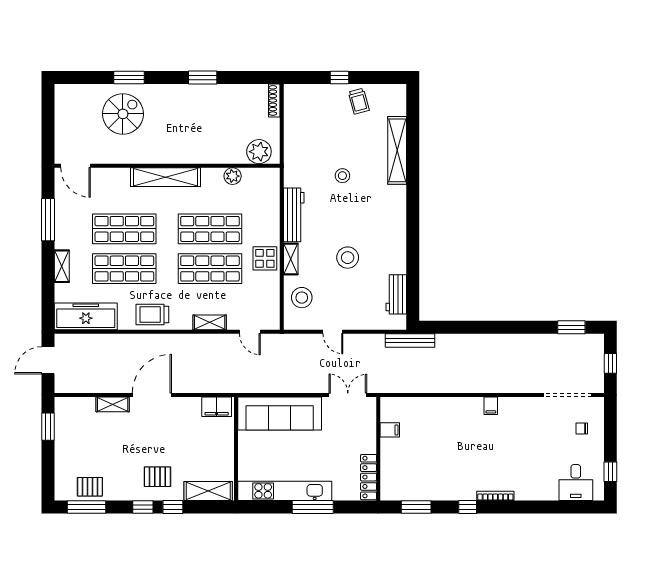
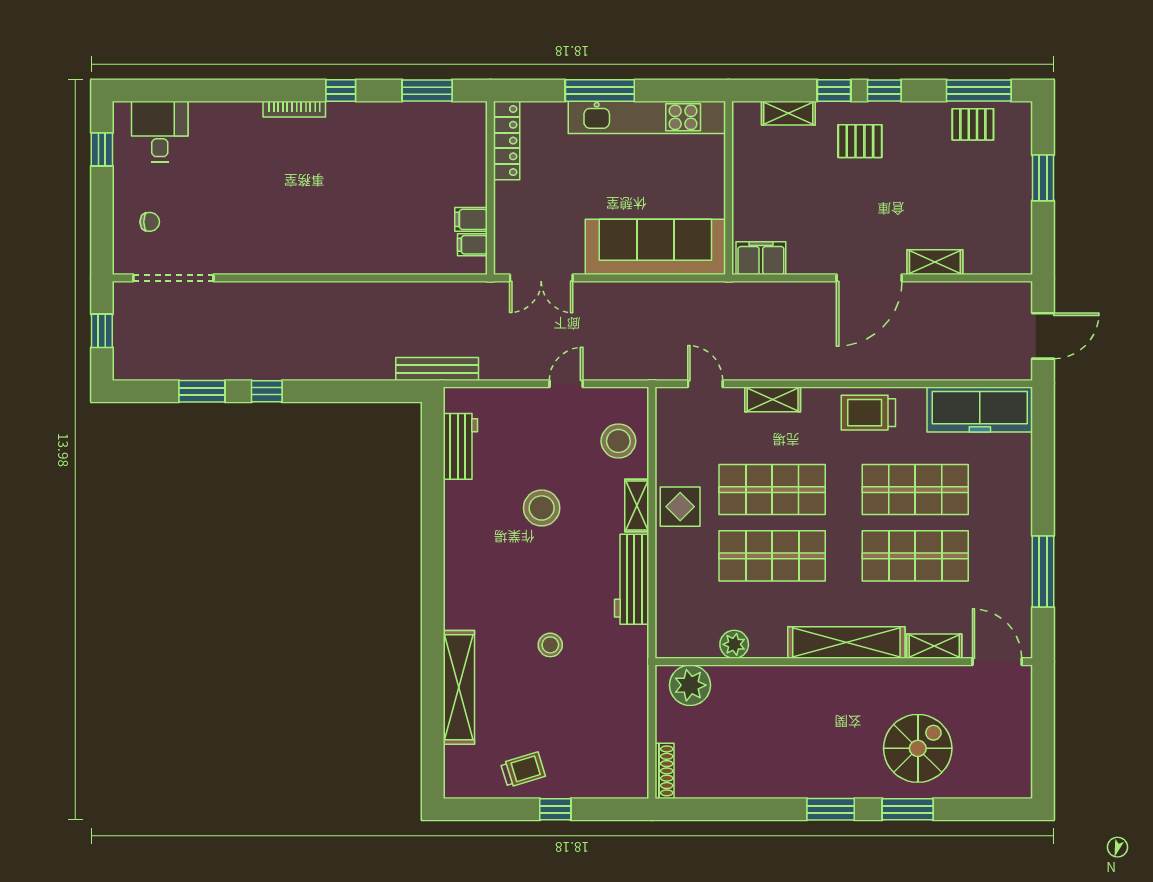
window: (203, 77) -> (831, 809), moved
trolley: (359, 101) -> (523, 770), turned 88
spiral stairs: (123, 114) -> (918, 748), turned 180
shelving: (62, 266) -> (934, 646), moved, turned 90
trolley: (152, 315) -> (868, 413), turned 180
window: (512, 327) -> (267, 391), added
window: (571, 327) -> (202, 391), moved
door: (333, 332) -> (566, 384), hinge flipped
filing cabinet: (491, 406) -> (472, 245), moved, turned -90
window: (48, 427) -> (1043, 178), moved
shelving: (208, 491) -> (788, 113), width x0.67, depth x0.75

